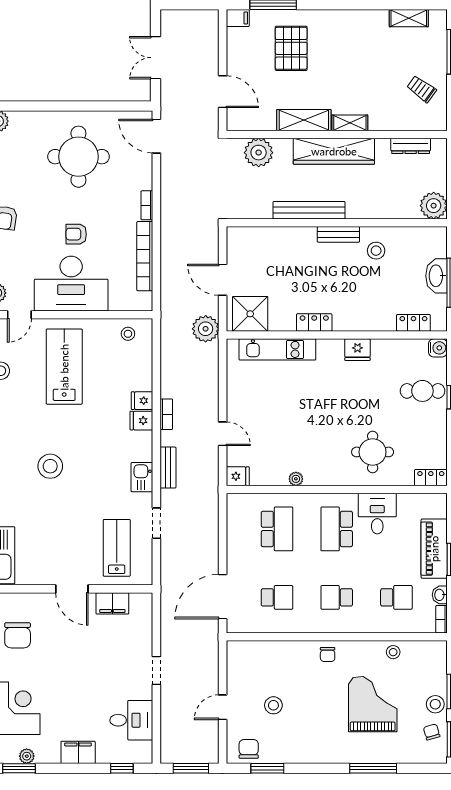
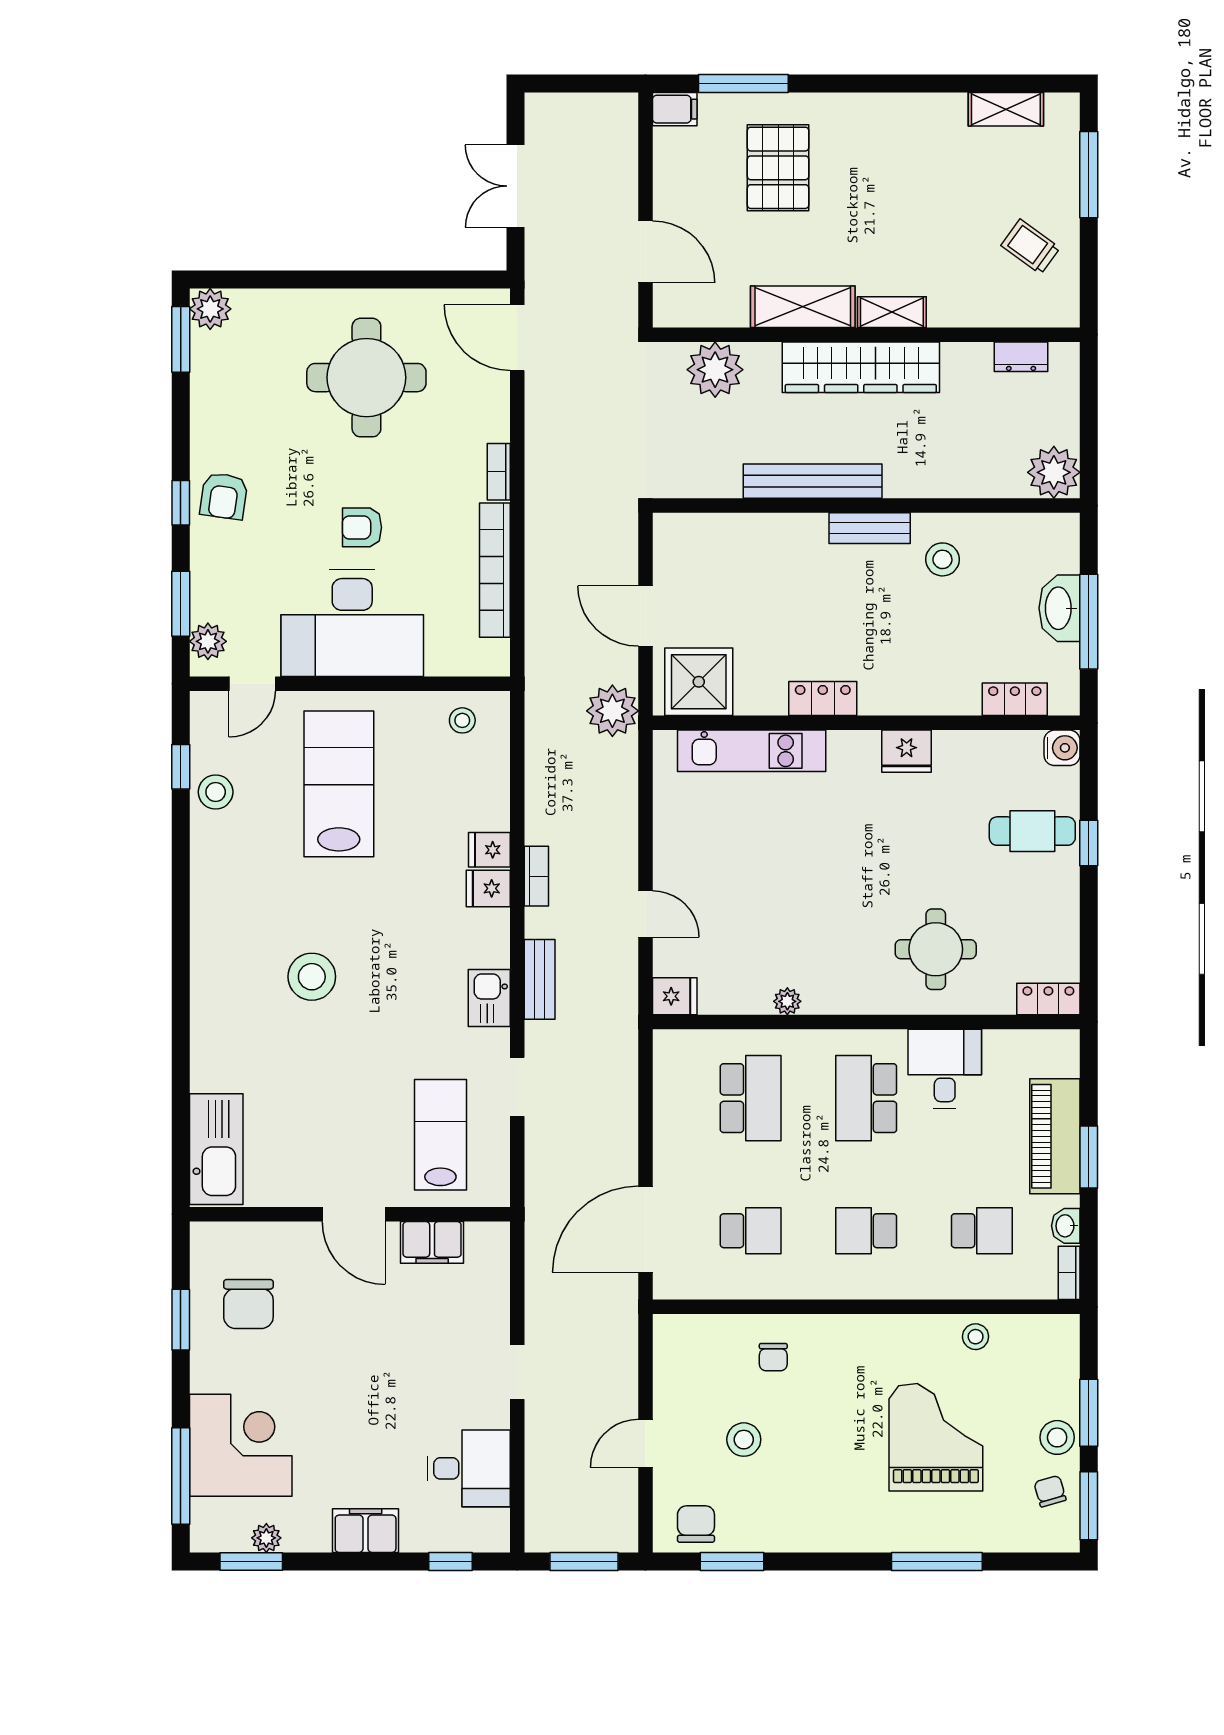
dresser: (411, 146) -> (1021, 357), width x0.70
chair: (328, 654) -> (773, 1357), moved

